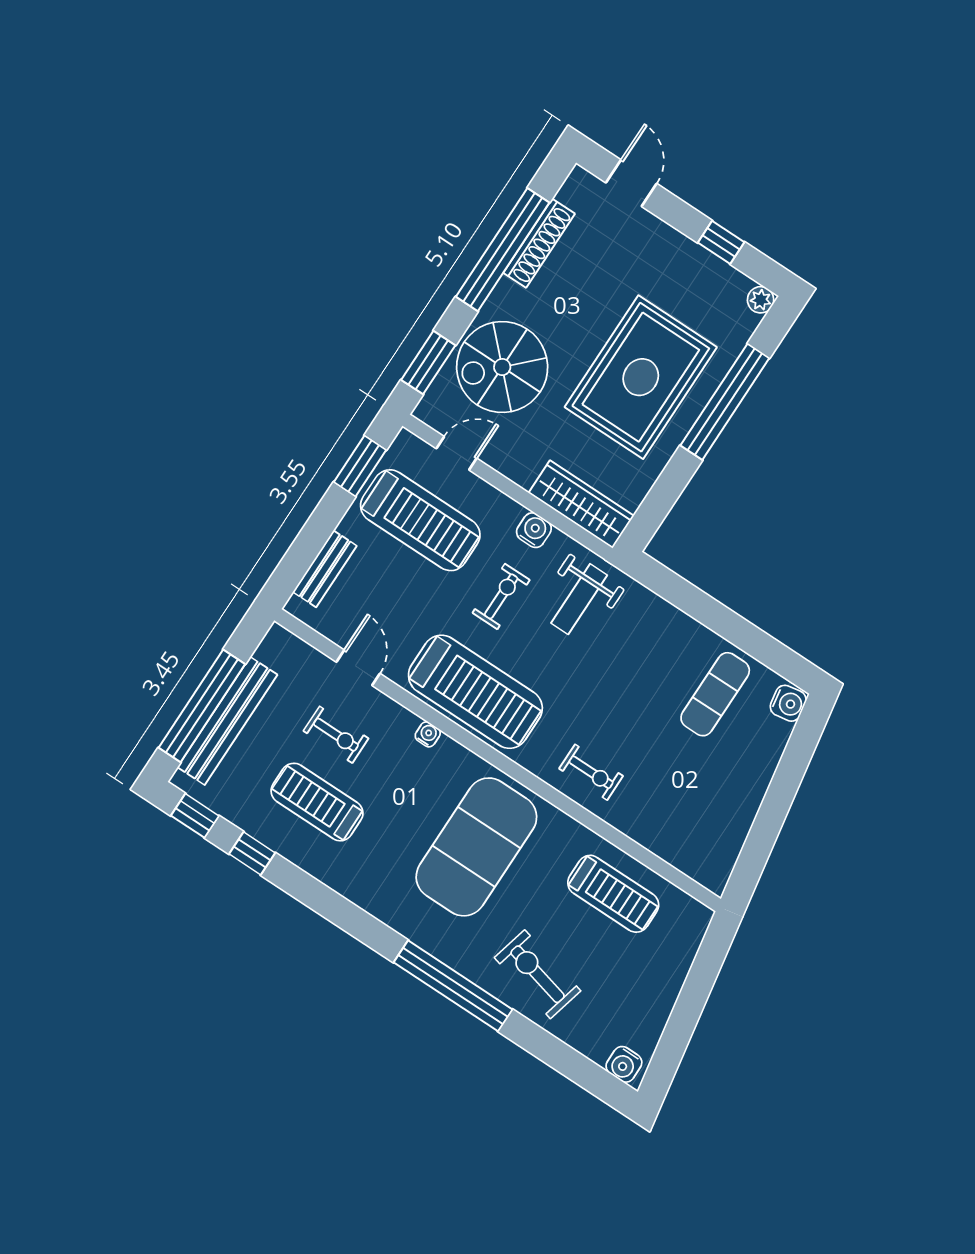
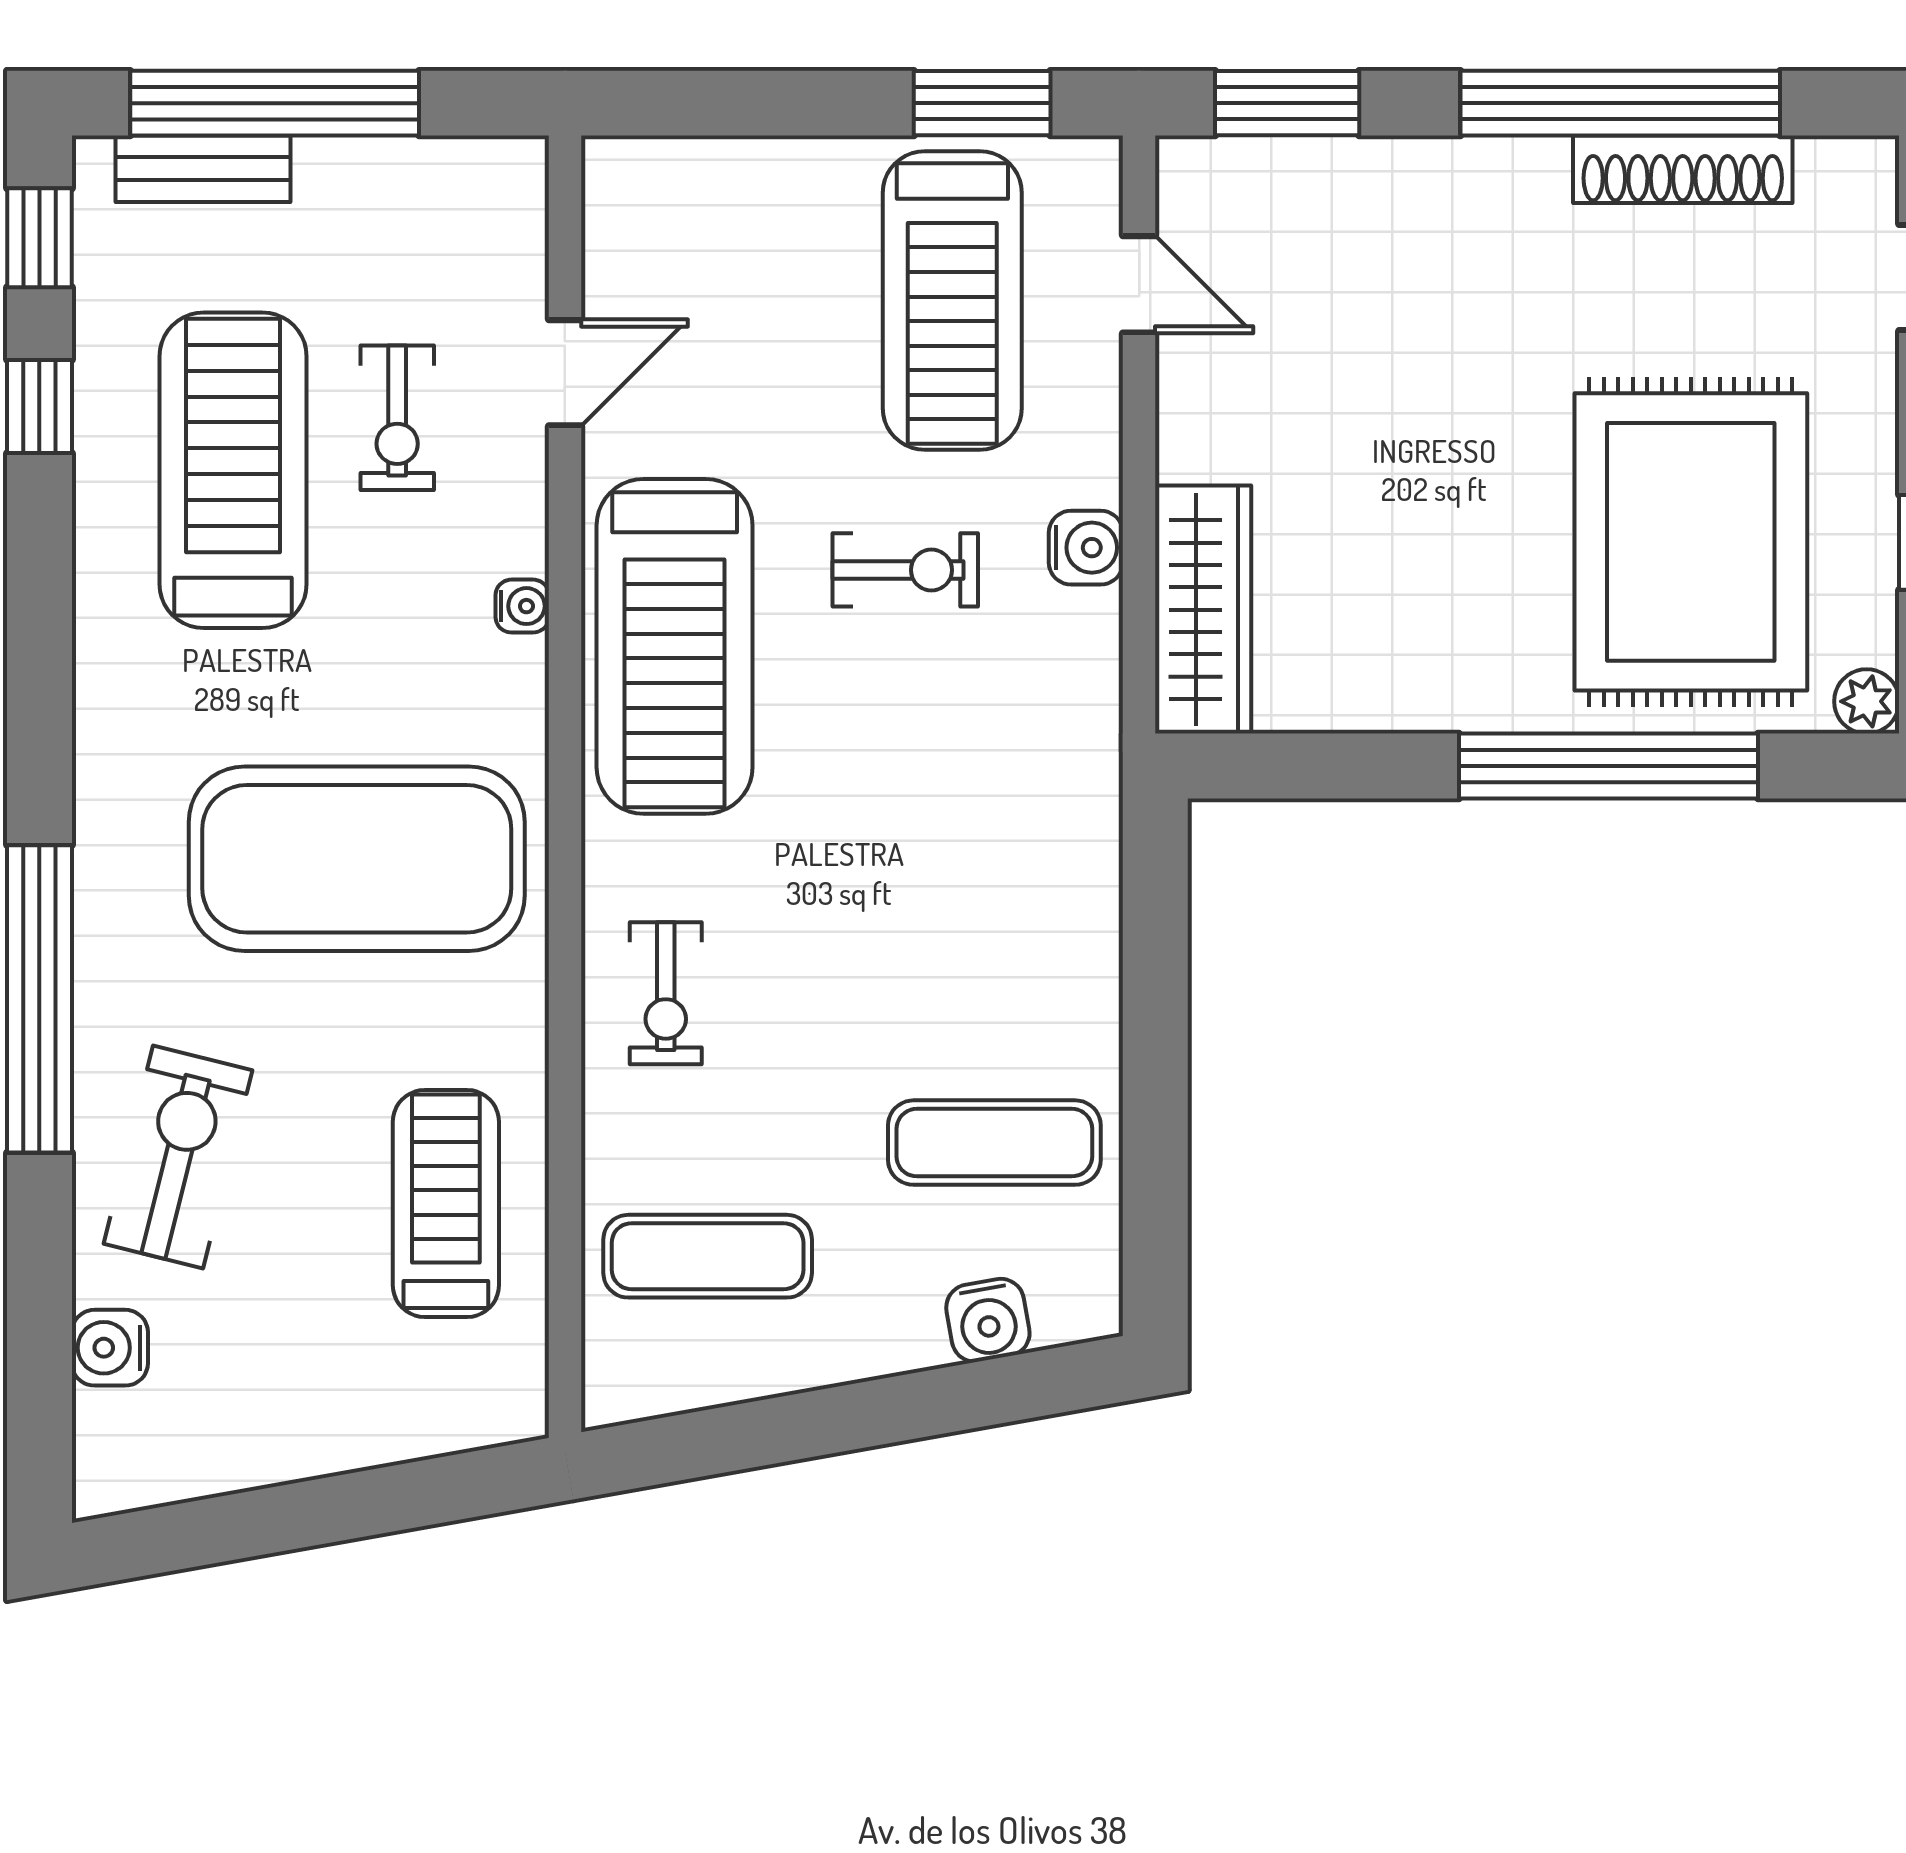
spiral stairs: (502, 367) -> (1378, 261), removed
rug: (641, 377) -> (1691, 542), moved, turned 90
bench: (325, 569) -> (723, 170), removed
weight bench: (579, 599) -> (1005, 734), removed
water cooler: (788, 703) -> (988, 1320), moved
bench: (227, 721) -> (203, 169), width x0.54, depth x0.82
treadmill: (317, 802) -> (233, 470), width x1.37, depth x1.38
exercise mat: (690, 817) -> (708, 1256), added
treadmill: (613, 894) -> (446, 1203), turned 180
water cooler: (624, 1064) -> (110, 1348), moved

